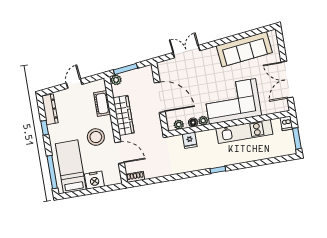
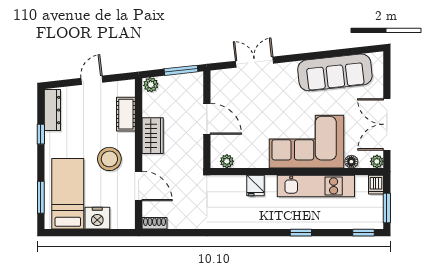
window: (126, 69) -> (181, 70), moved
door: (160, 97) -> (207, 119), width x0.73
wardrobe: (124, 115) -> (153, 136), width x0.67
plant: (203, 121) -> (377, 161), moved
floor lamp: (193, 123) -> (351, 162), moved
fridge: (190, 140) -> (256, 185), moved
window: (283, 159) -> (364, 233), added
window: (218, 170) -> (301, 233), moved
window: (52, 172) -> (41, 197), width x0.69

